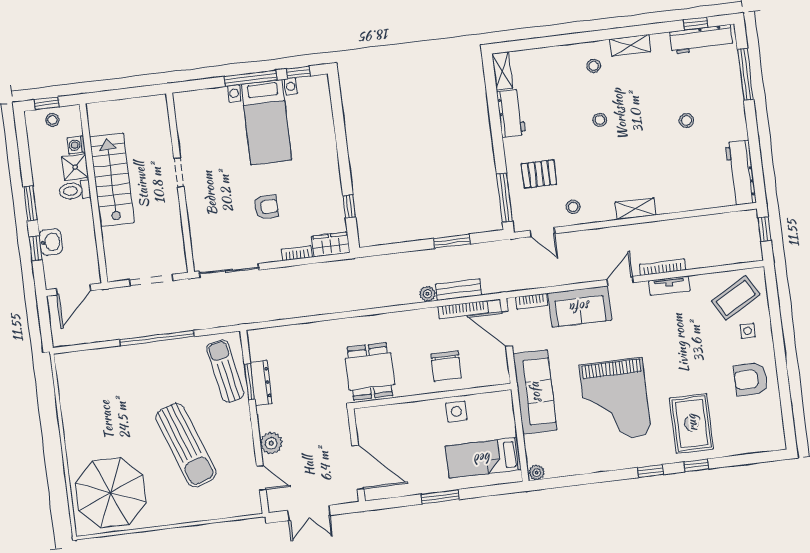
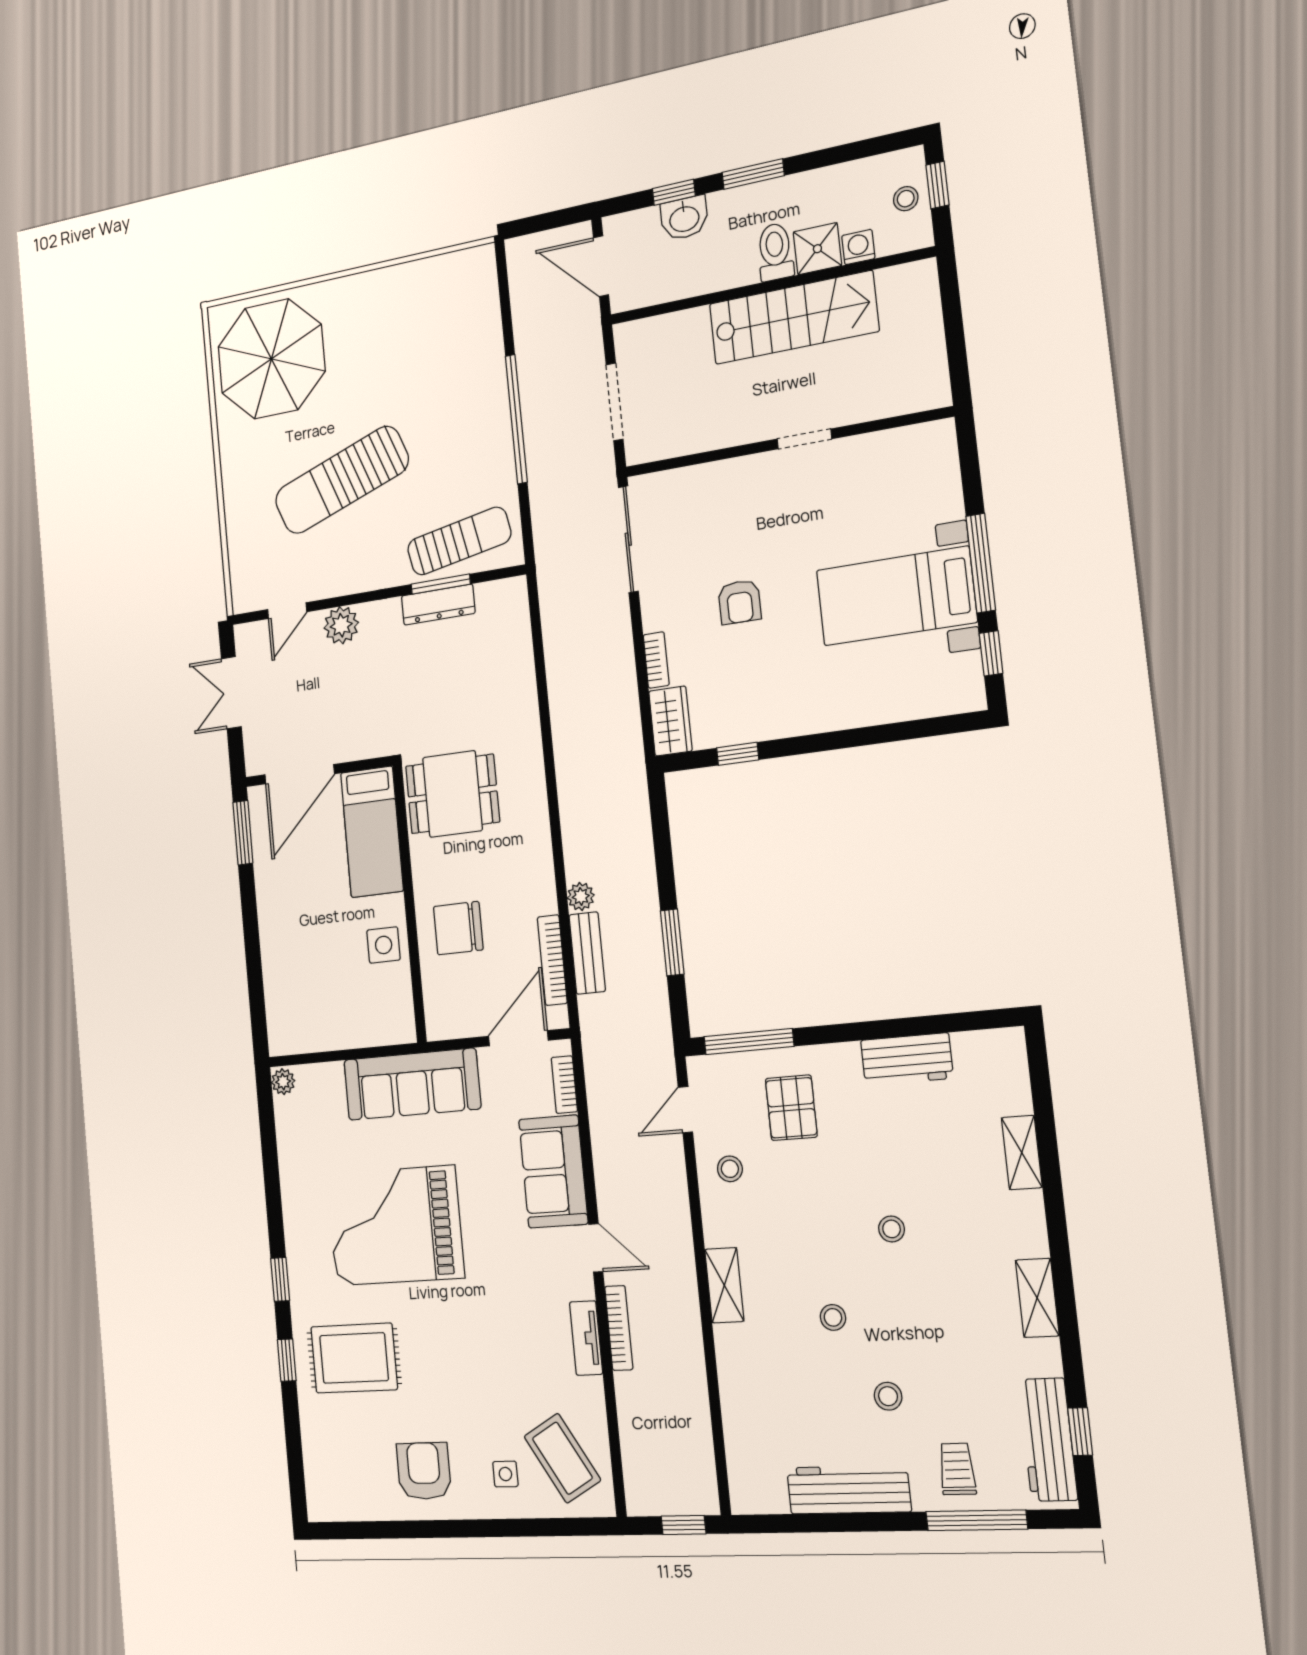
stool: (594, 66) -> (833, 1317), moved
shelving: (502, 71) -> (1022, 1152), moved, turned 90
trolley: (721, 85) -> (957, 1469), added
workbench: (741, 173) -> (849, 1490), moved
bed: (483, 458) -> (372, 832), moved, turned 180
window: (440, 497) -> (243, 833), moved

